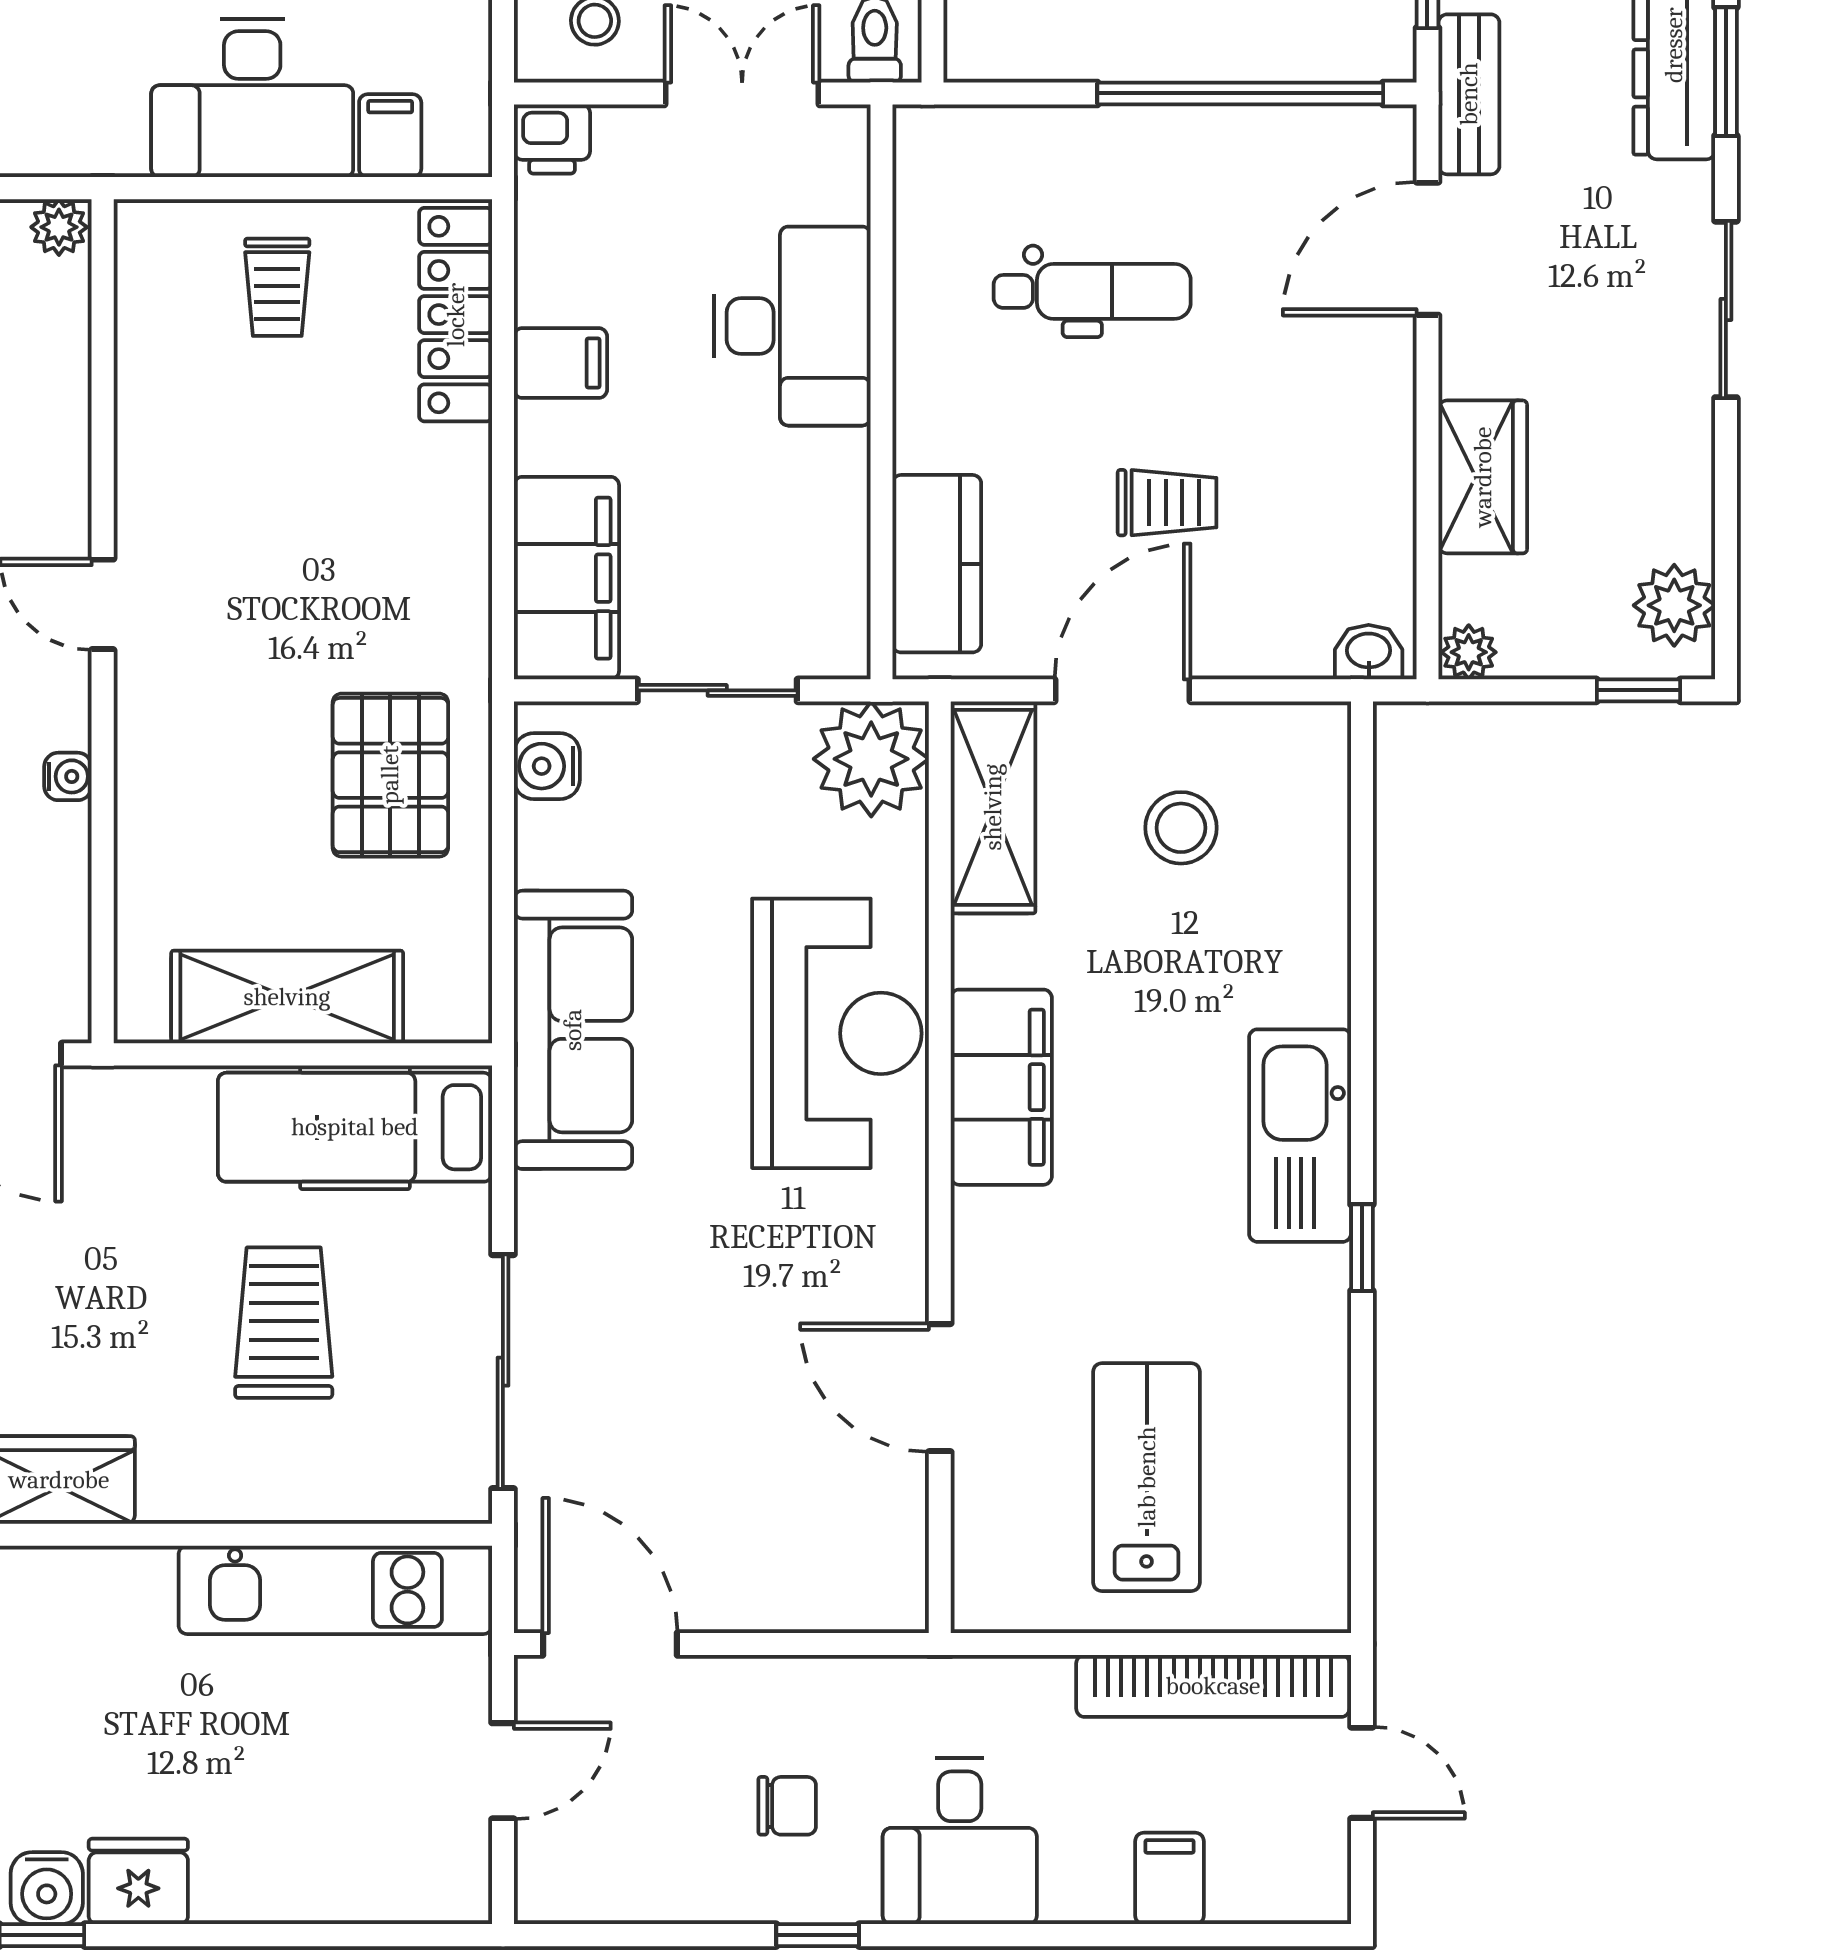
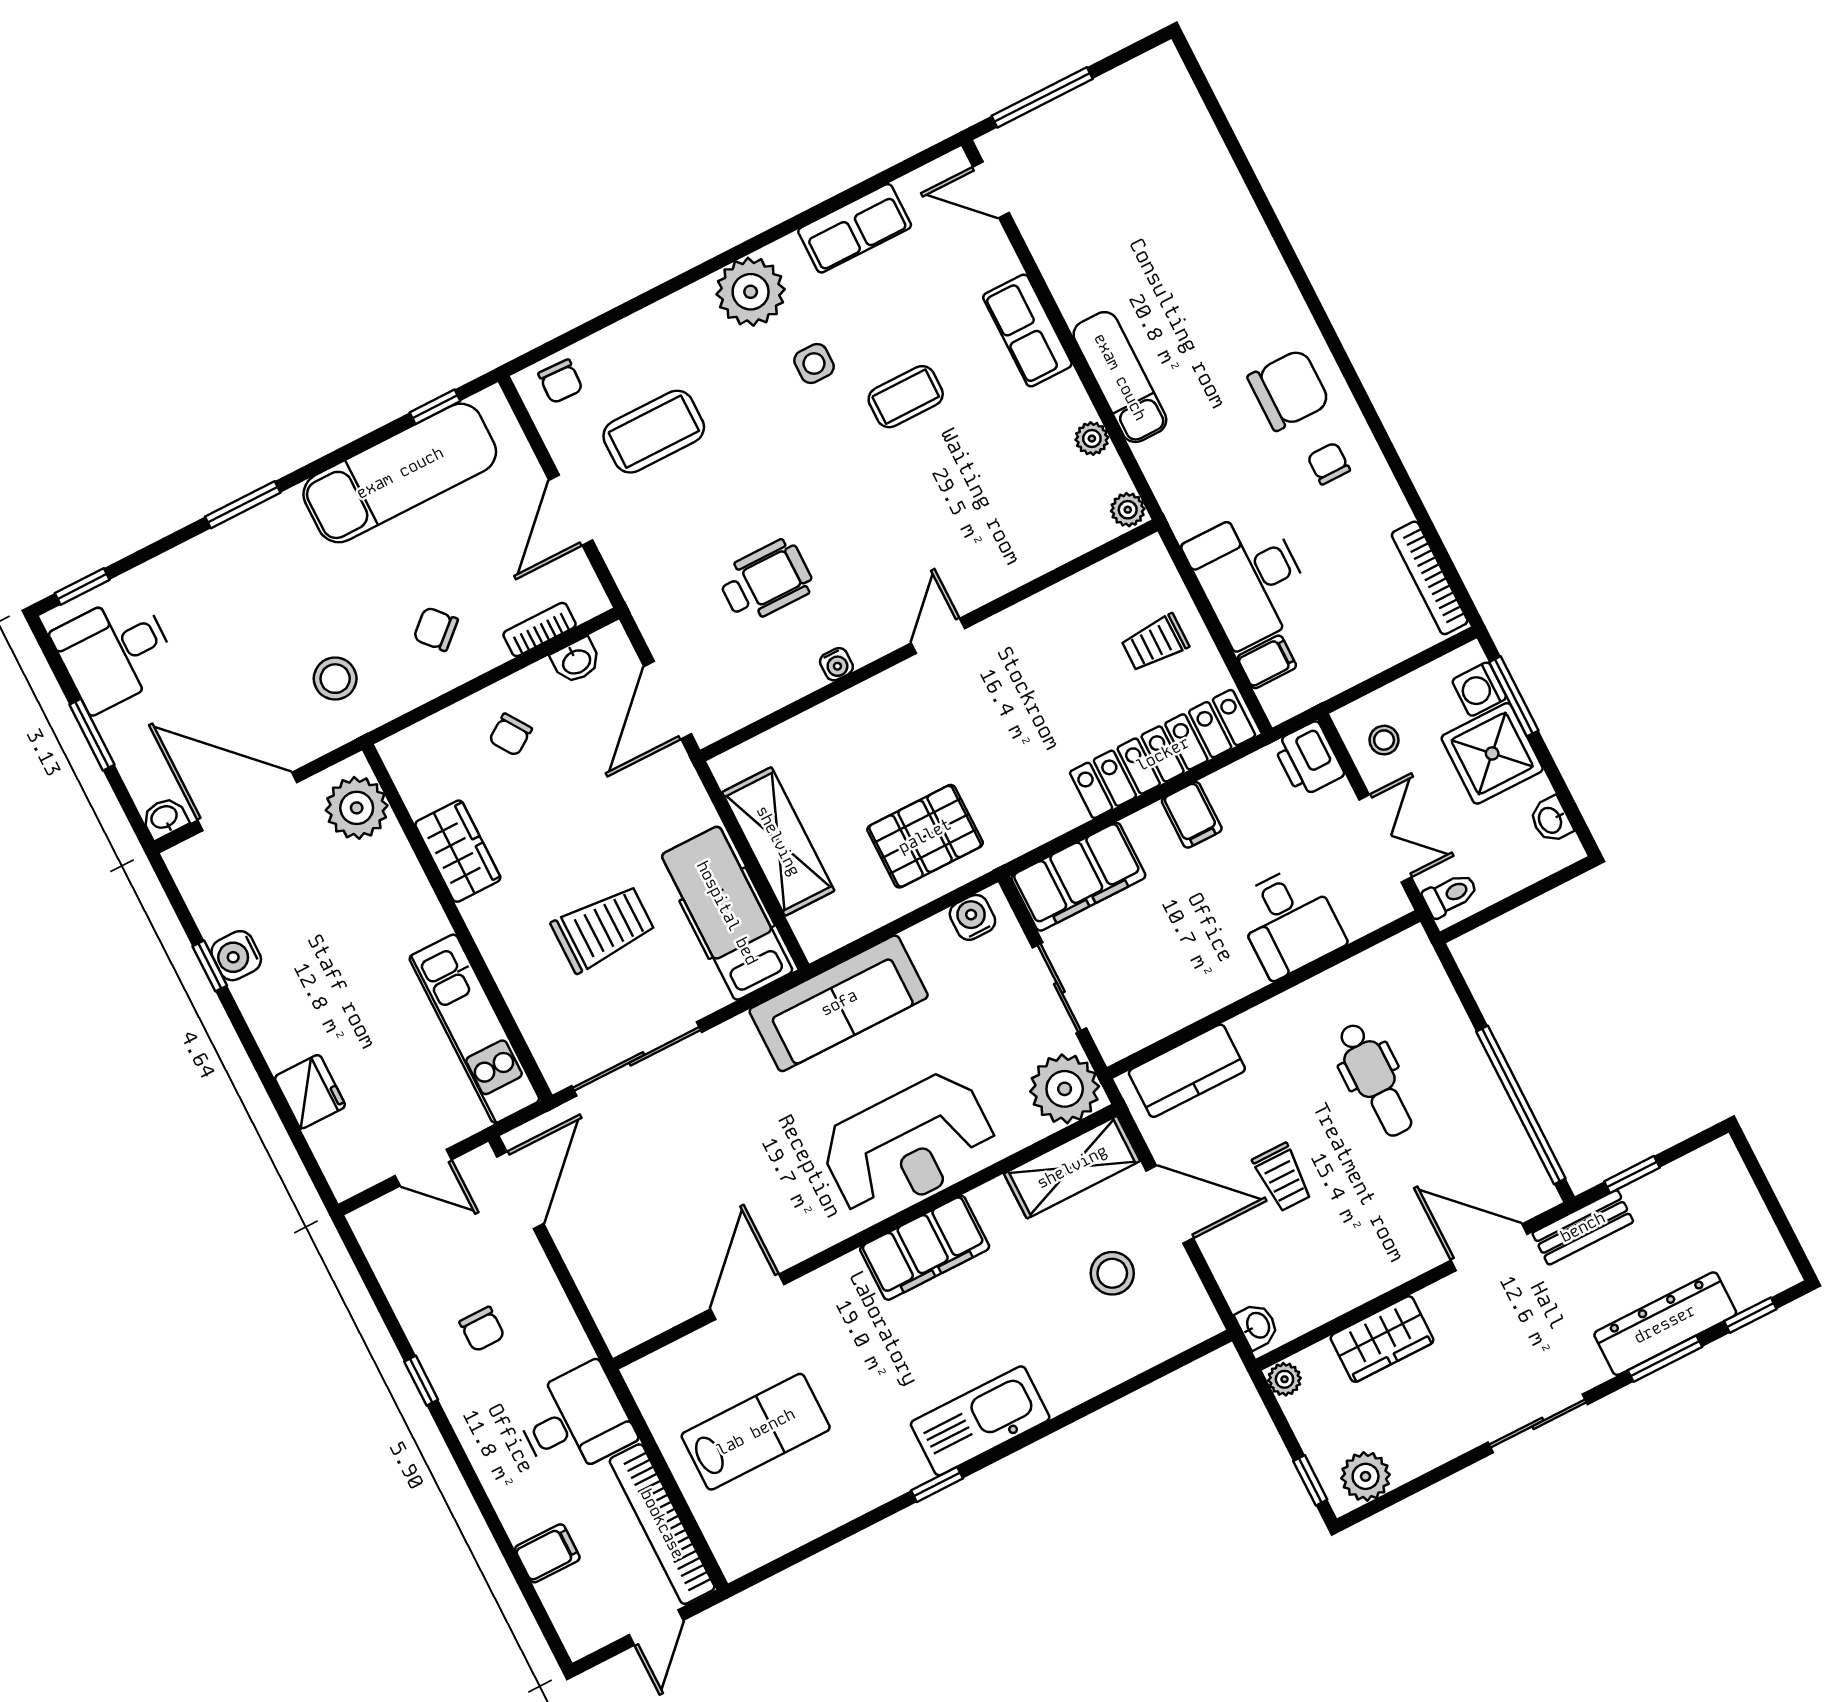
printer: (552, 139) -> (1308, 759), width x1.36, depth x1.24
locker: (456, 315) -> (1163, 754), width x1.41, depth x1.21
desk: (792, 326) -> (1289, 921), width x0.73
desk: (960, 1841) -> (574, 1421), moved, turned 180
fridge: (138, 1881) -> (310, 1092), moved

